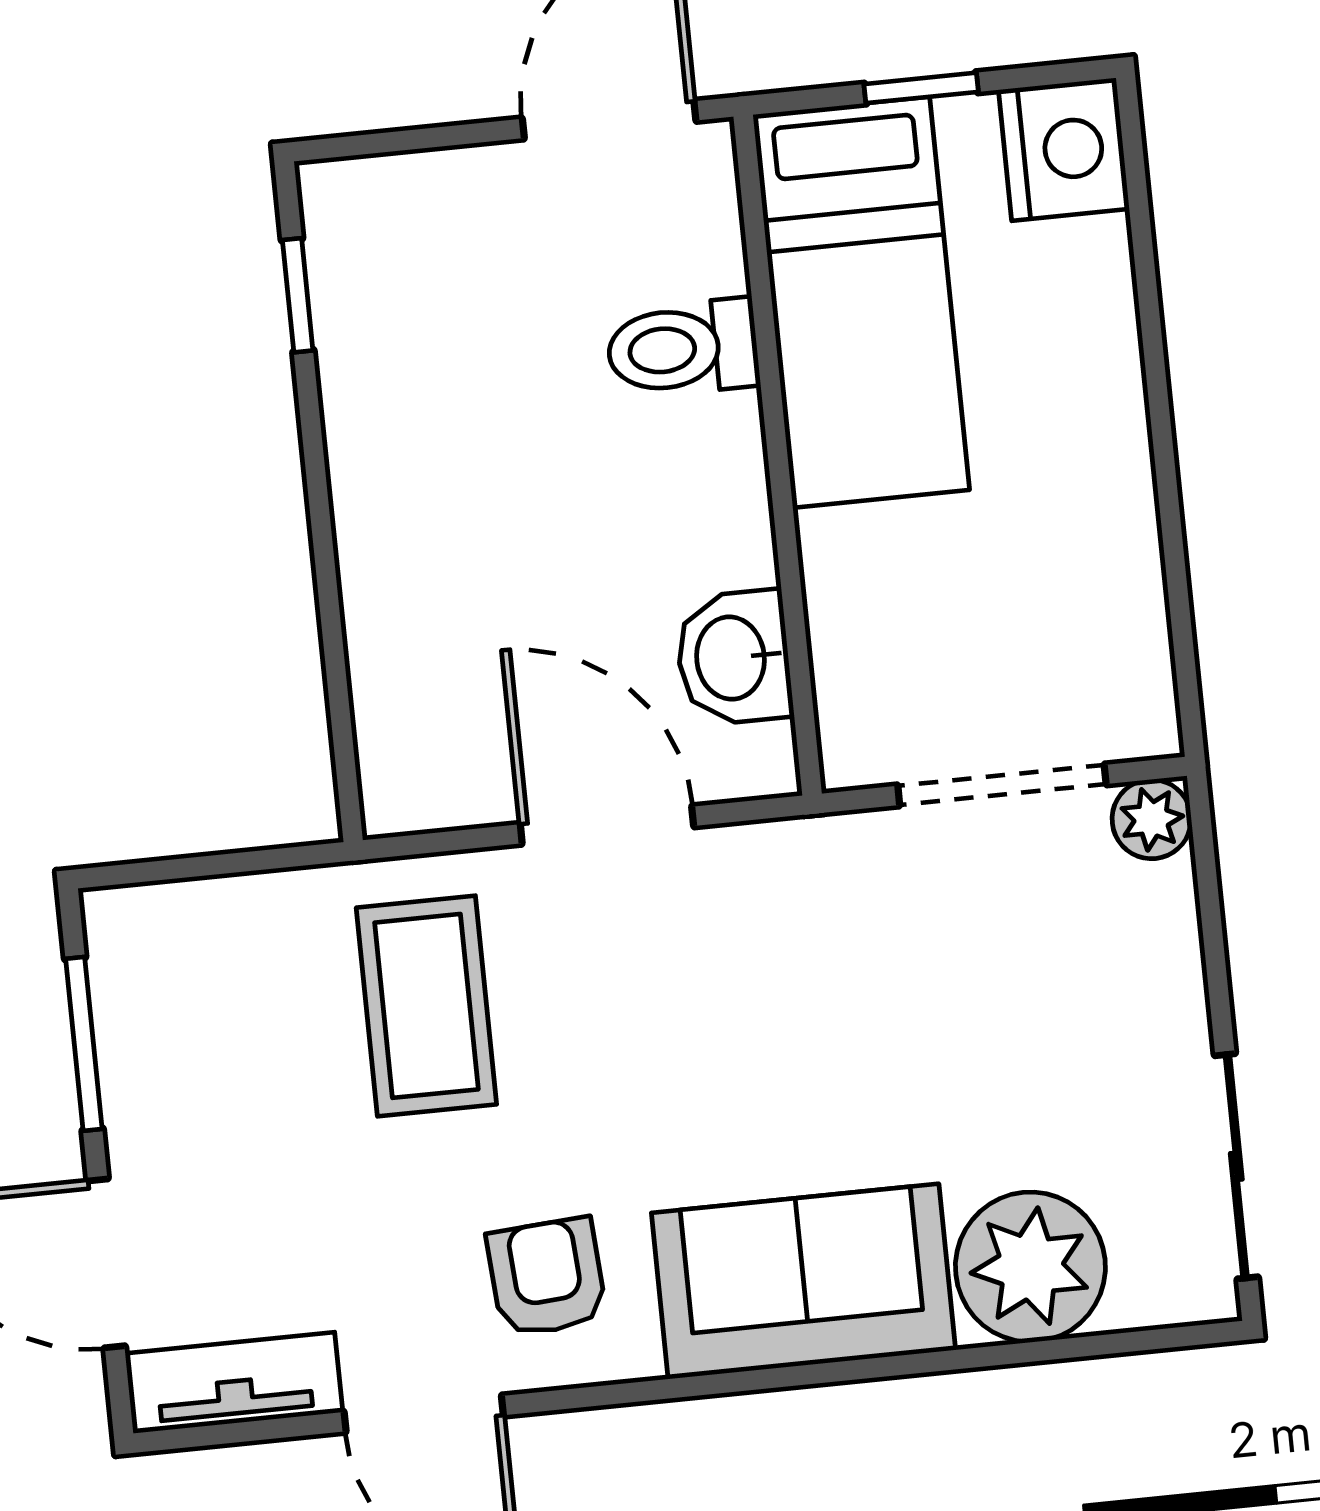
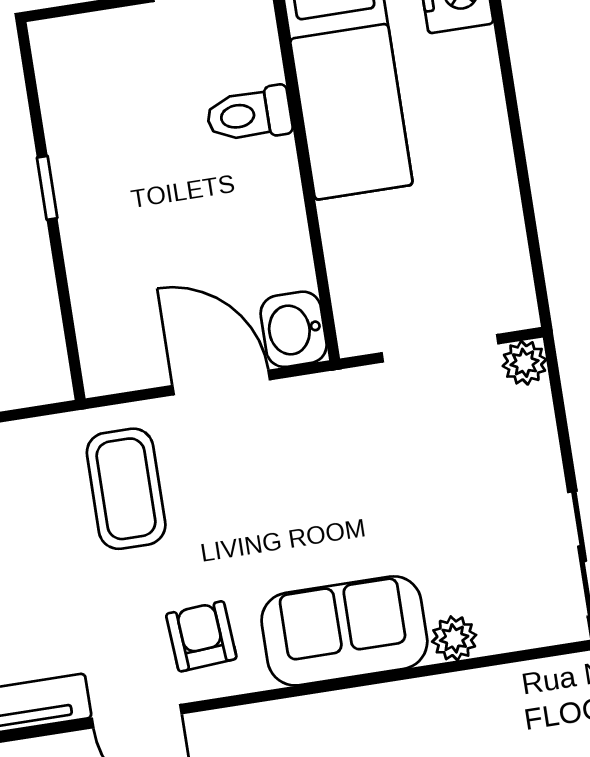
window: (298, 295) -> (47, 188), moved
washbasin: (734, 658) -> (294, 329), moved
plant: (1030, 1267) -> (454, 638), width x0.53, depth x0.53

